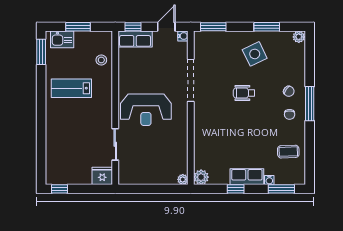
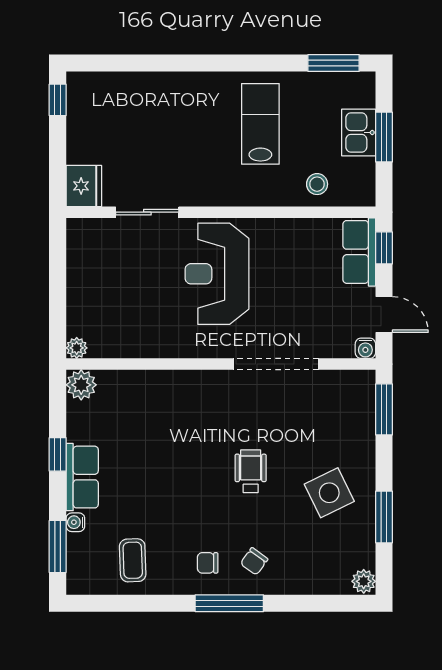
kitchen sink: (62, 39) -> (359, 132), moved

